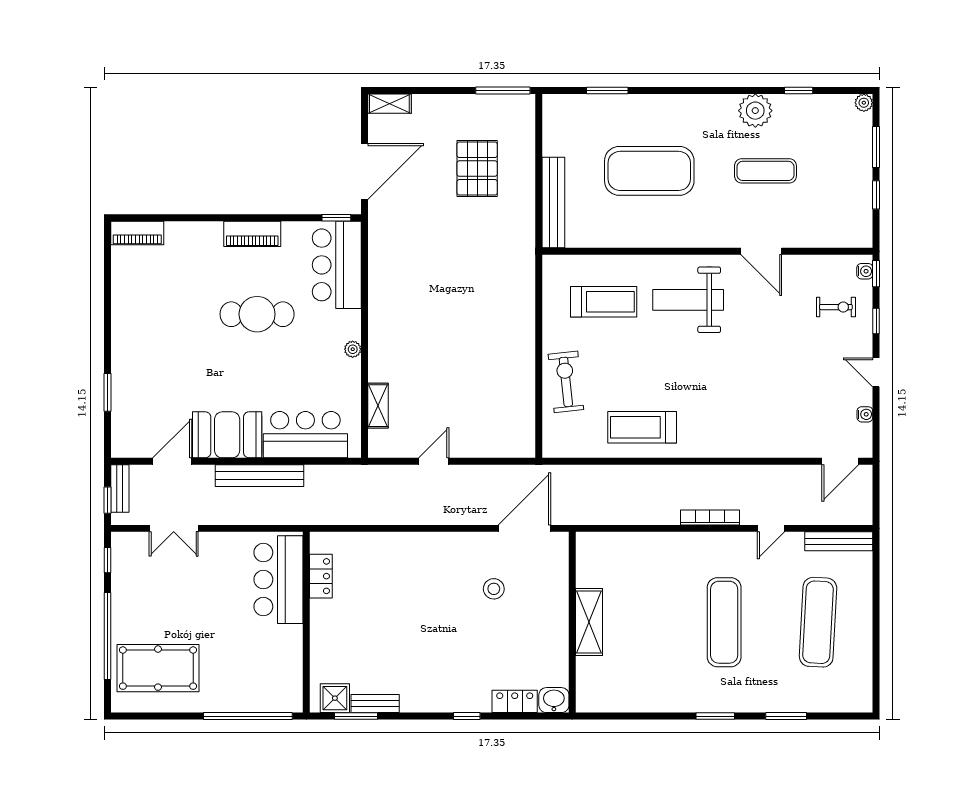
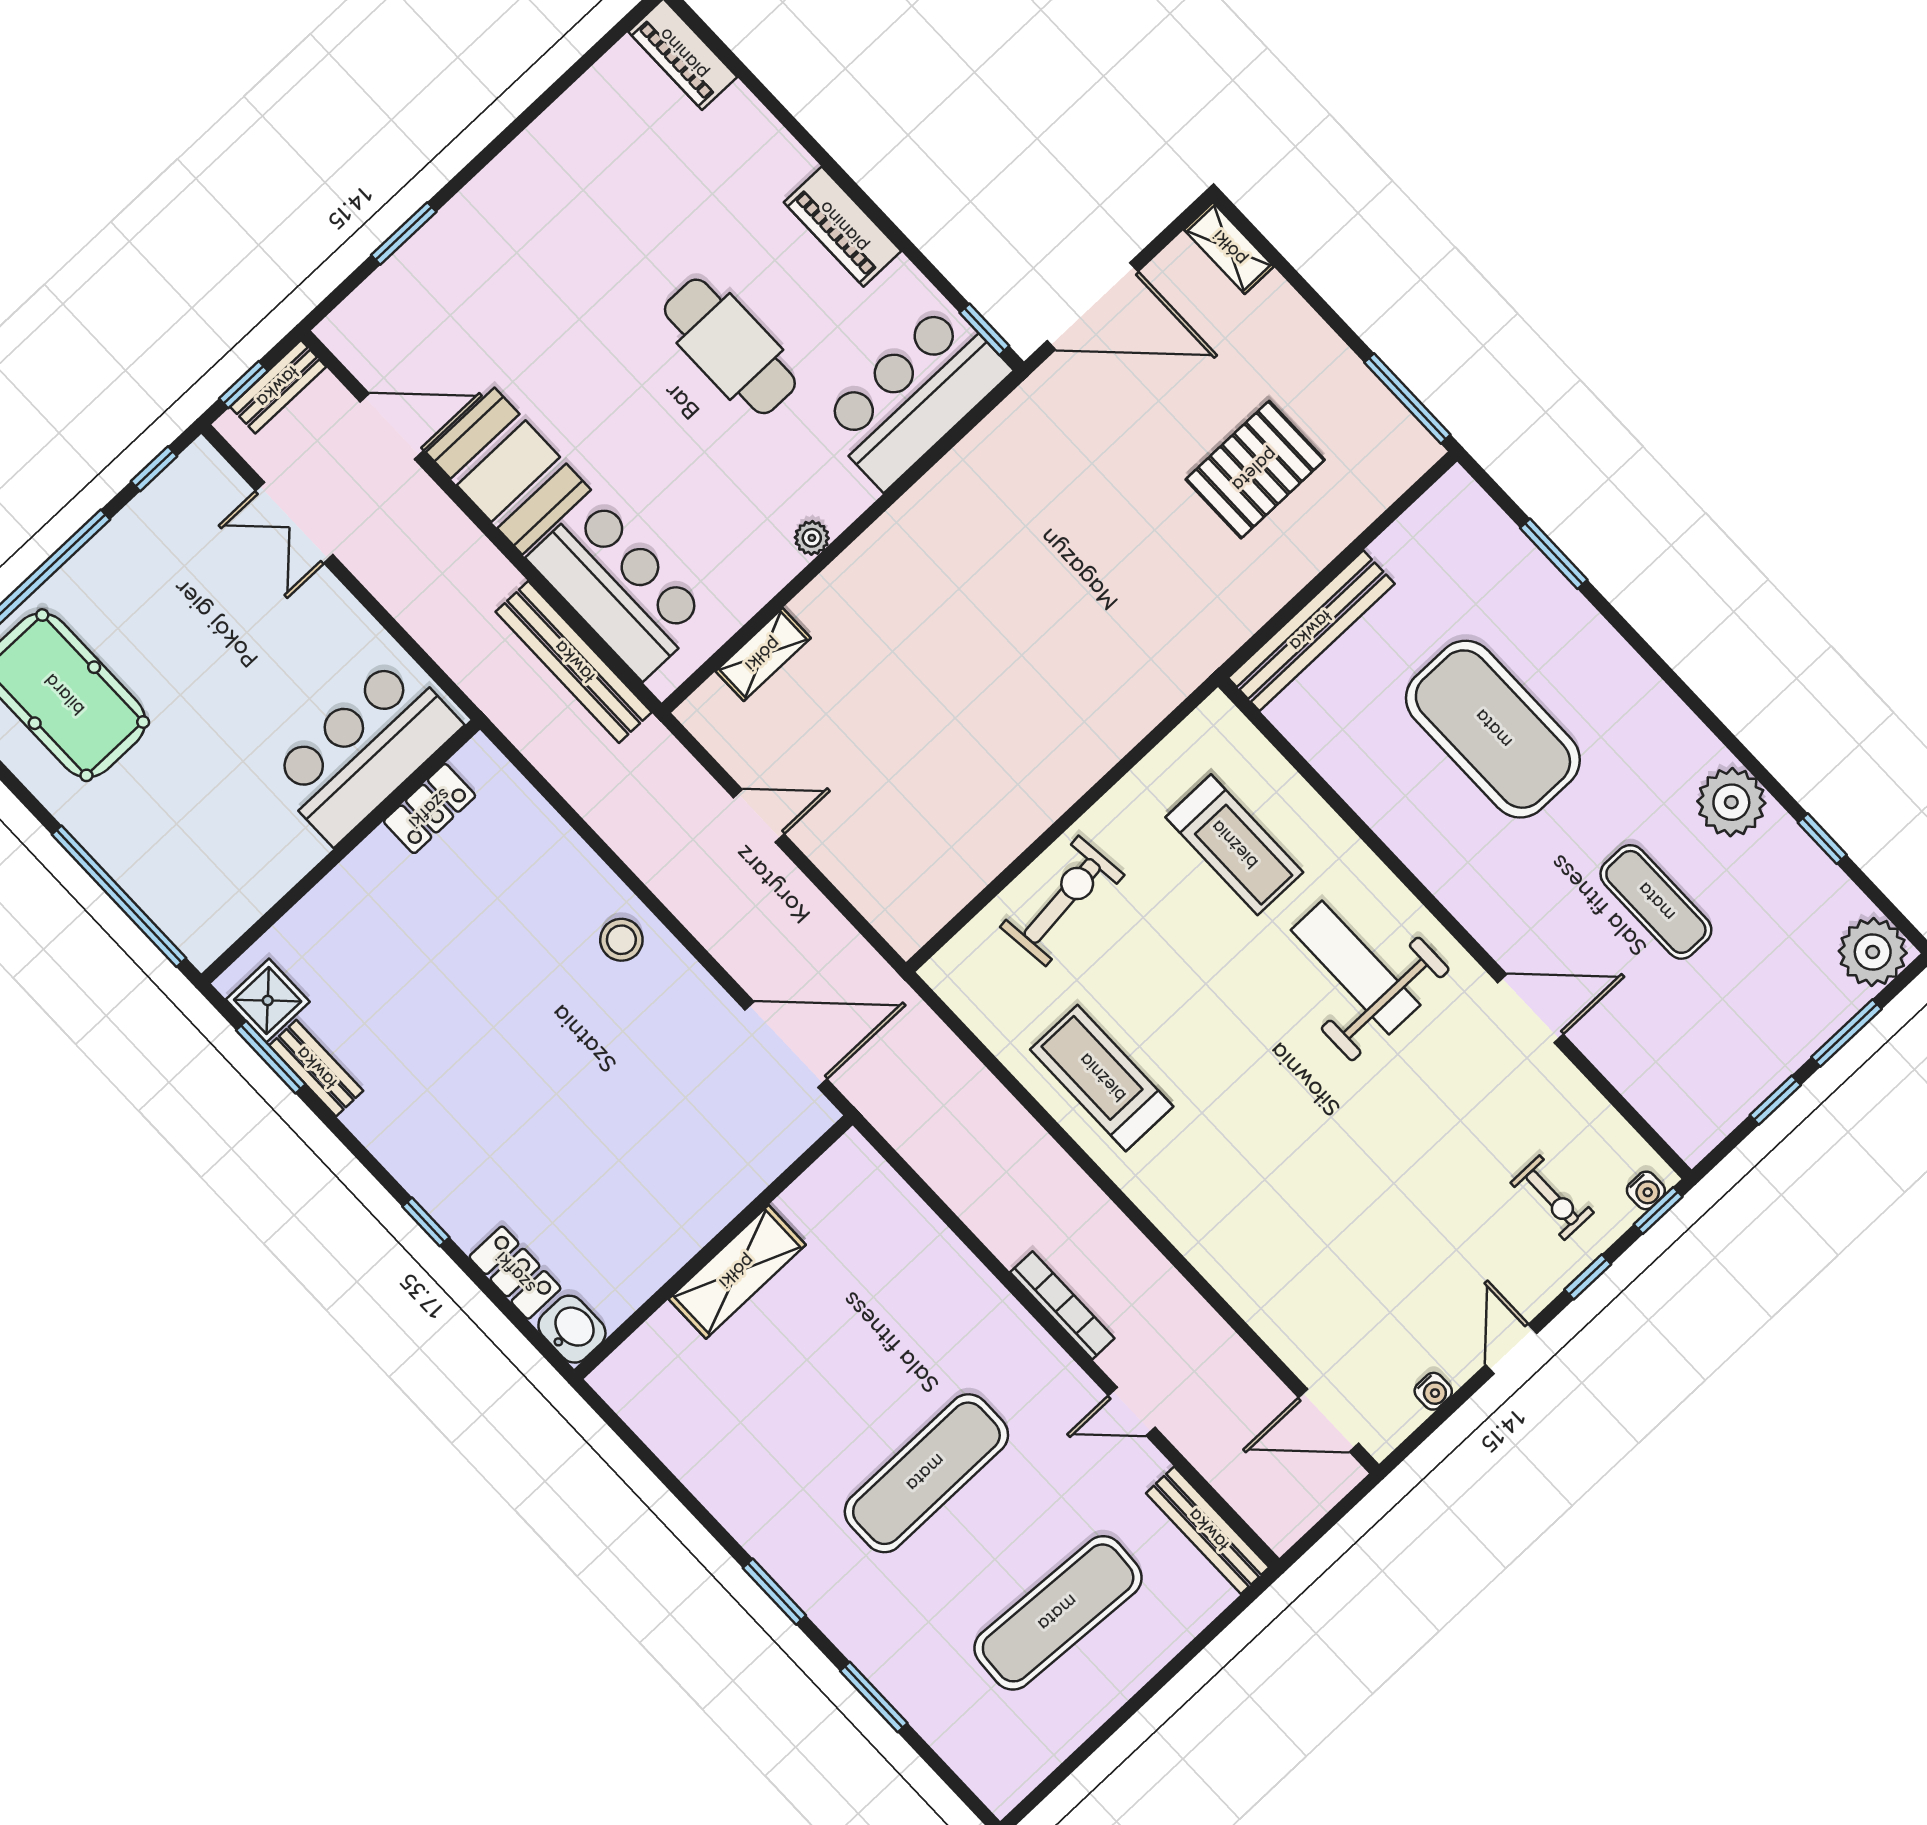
plant: (864, 103) -> (1873, 952), width x1.88, depth x1.88
door: (761, 251) -> (1530, 1008), swing flipped
bench: (260, 476) -> (574, 662), moved
stool: (494, 589) -> (621, 940), moved

